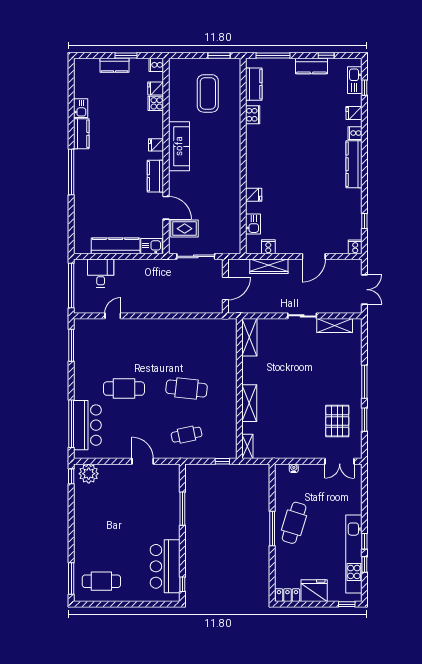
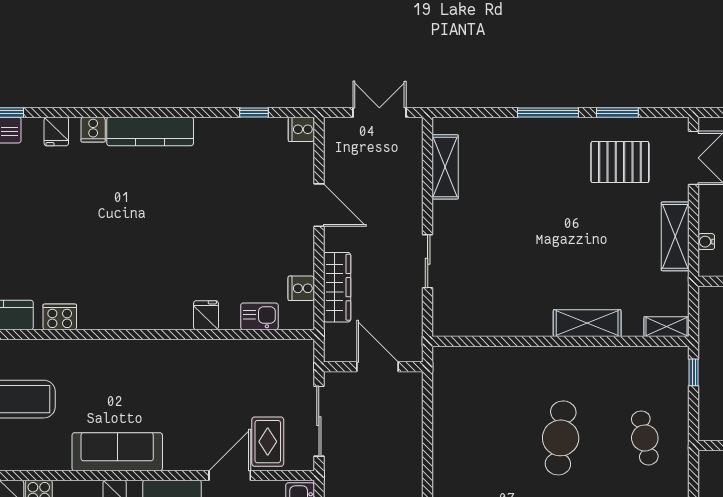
sliding door: (302, 316) -> (428, 261), moved
shelving: (249, 337) -> (675, 236), moved, turned 90

